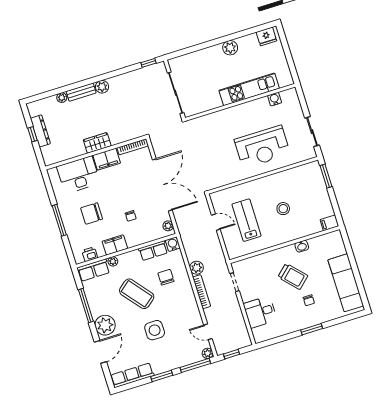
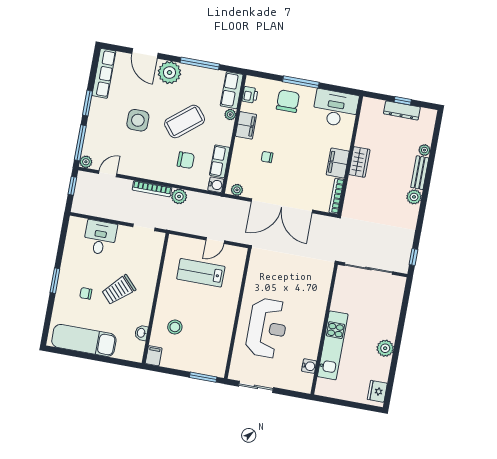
reception desk: (262, 147) -> (267, 328), turned 180
desk: (78, 175) -> (335, 108), moved, turned -90
stool: (283, 209) -> (175, 327), moved
chair: (92, 214) -> (288, 101), moved
lab bench: (246, 220) -> (201, 273), turned 180
washbasin: (302, 246) -> (141, 333), moved

